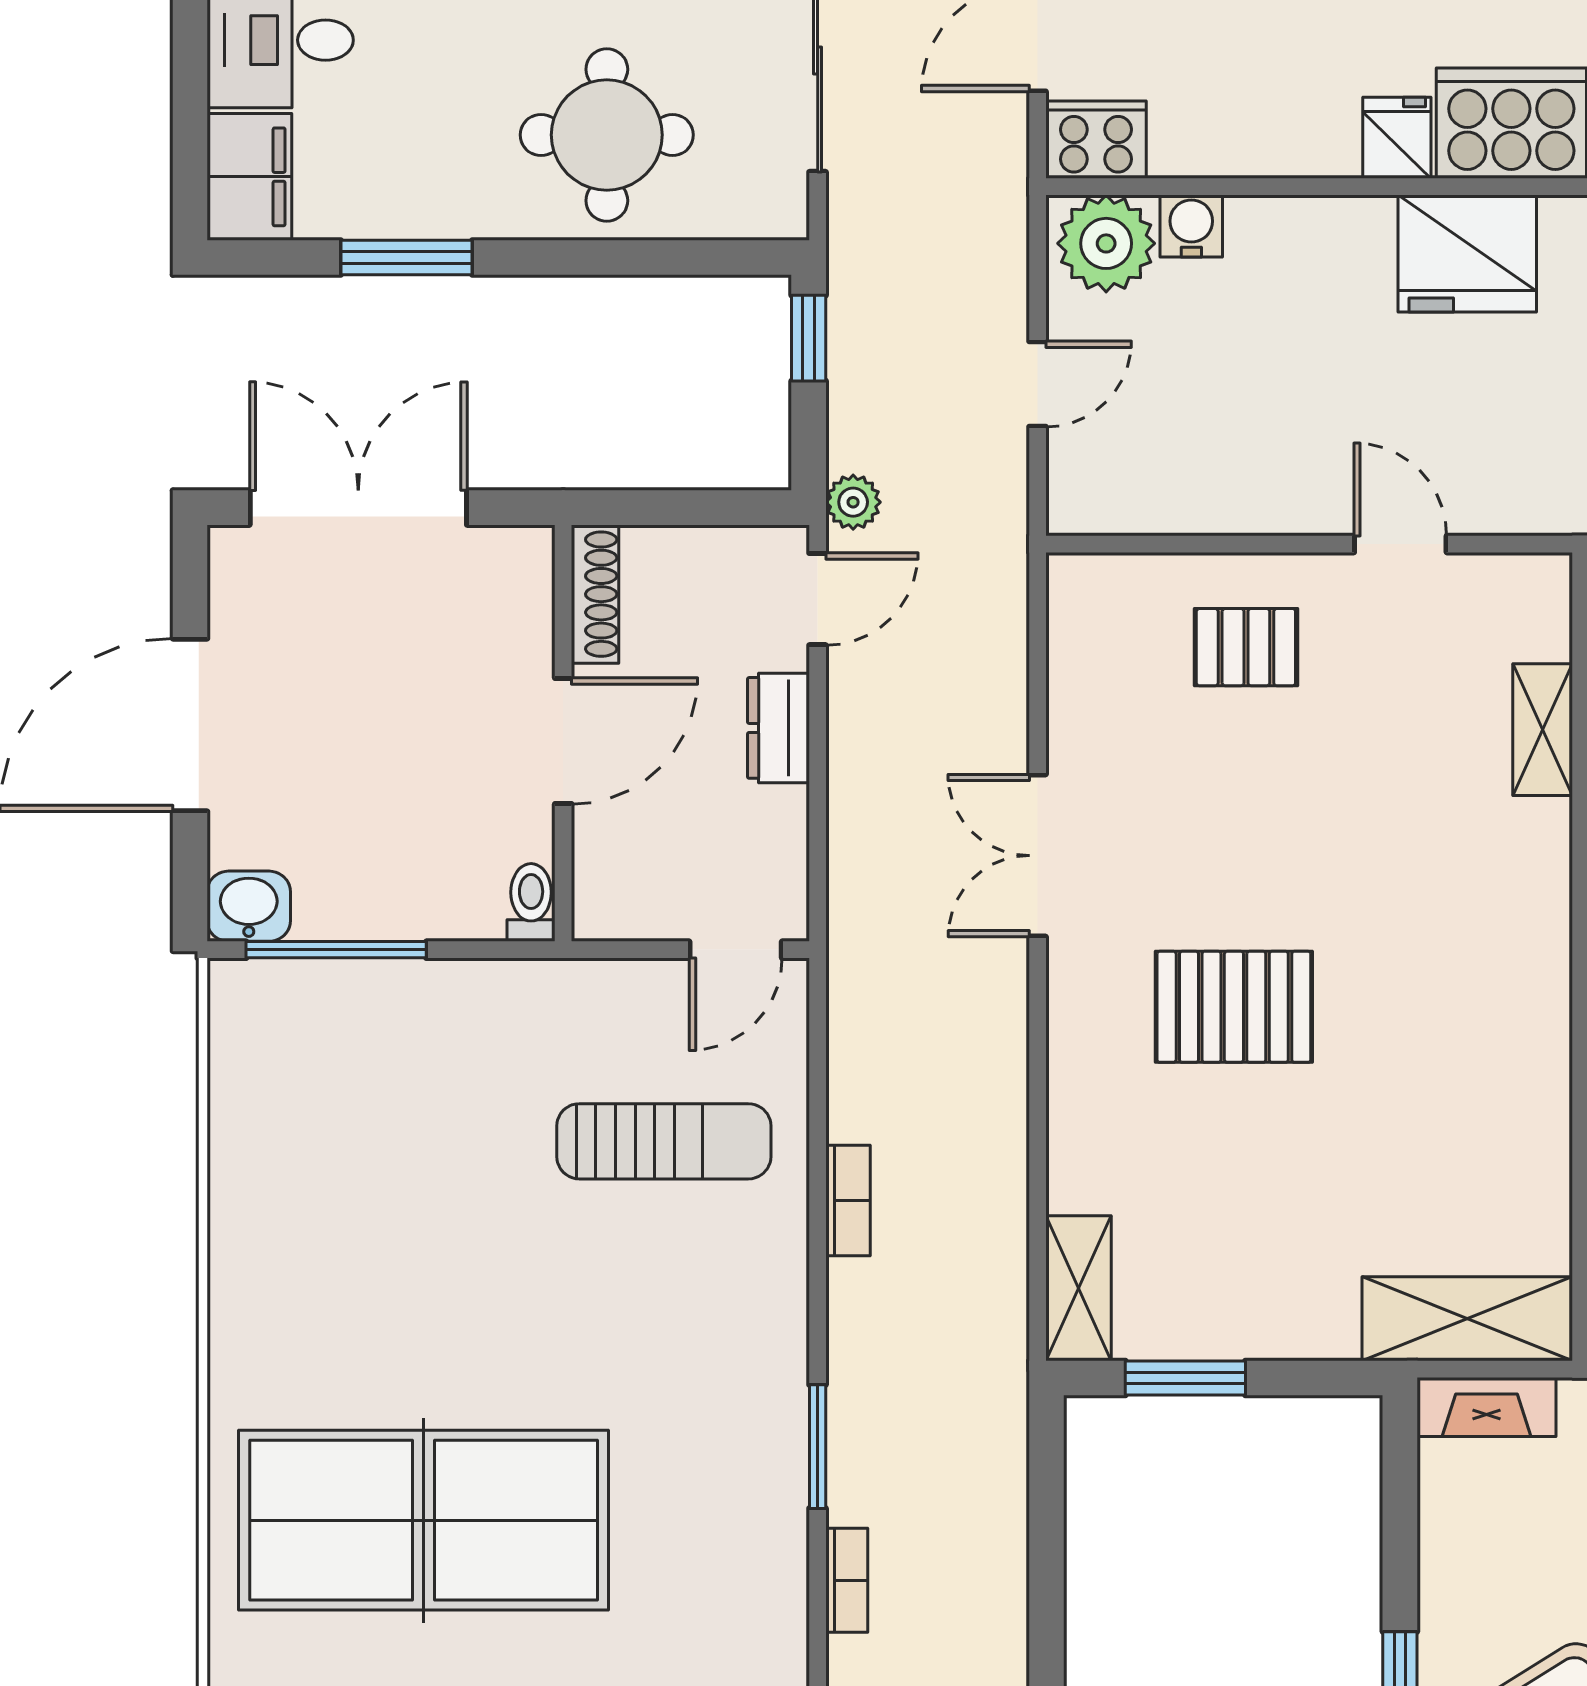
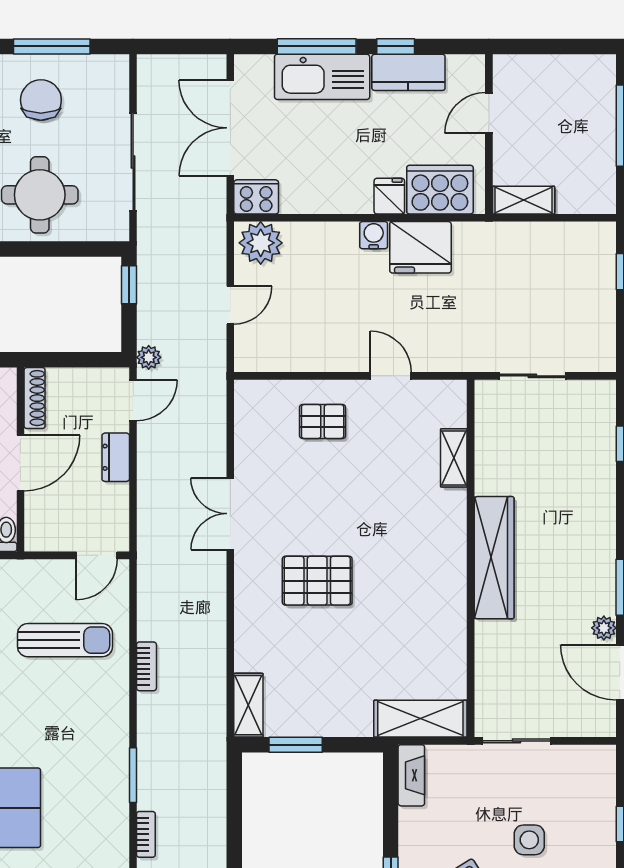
water cooler: (1191, 226) -> (374, 235), moved
fireplace: (1487, 1407) -> (411, 775), moved, turned -90

